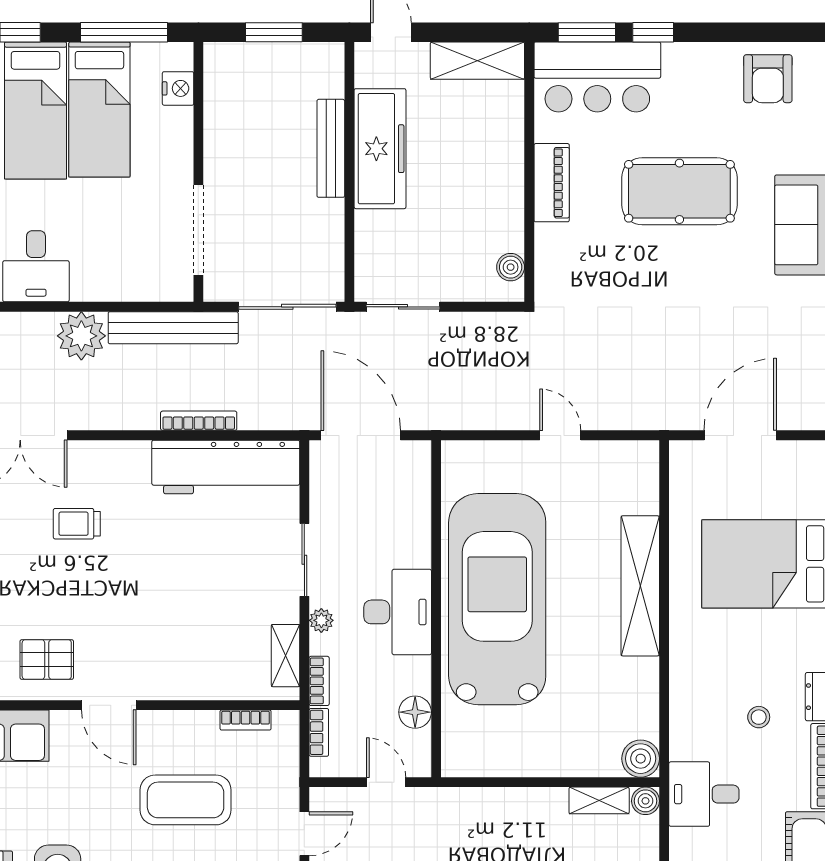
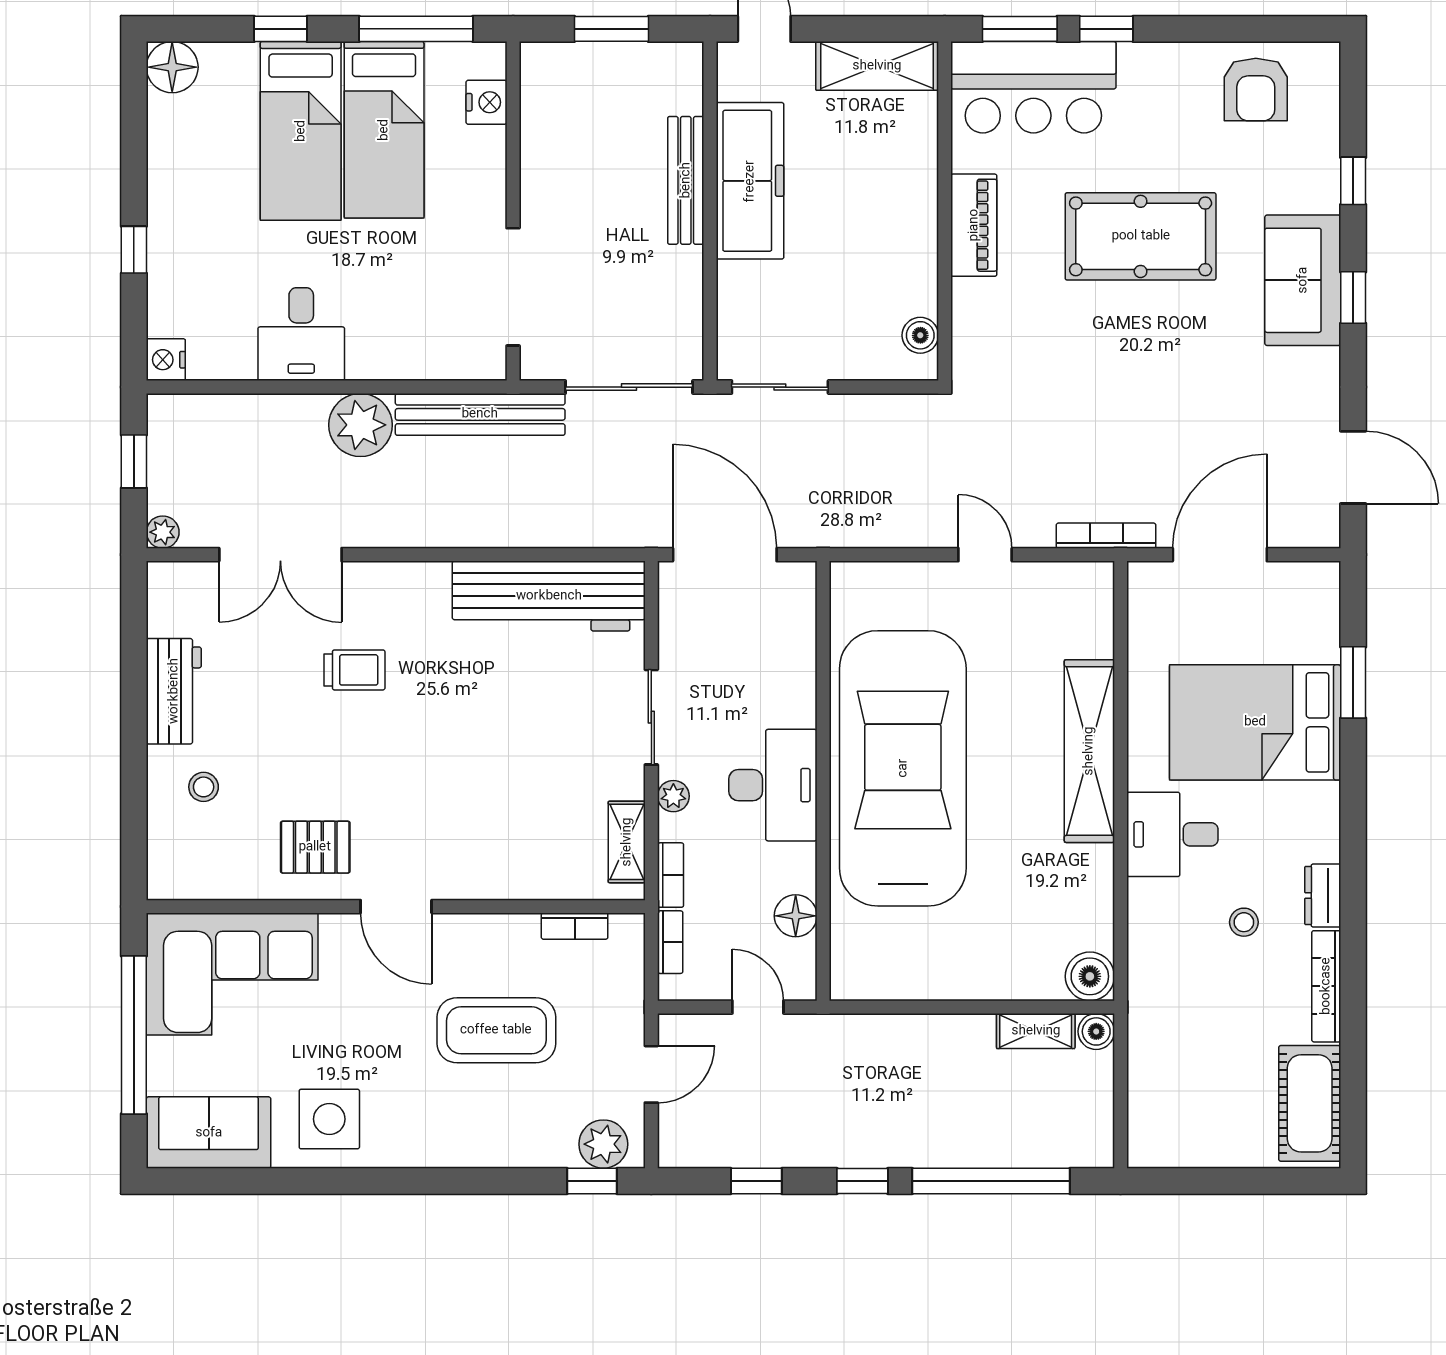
bookcase: (199, 421) -> (1106, 536), moved
trolley: (77, 524) -> (354, 670), turned 180
desk: (704, 794) -> (1172, 834), moved

